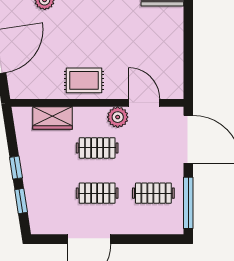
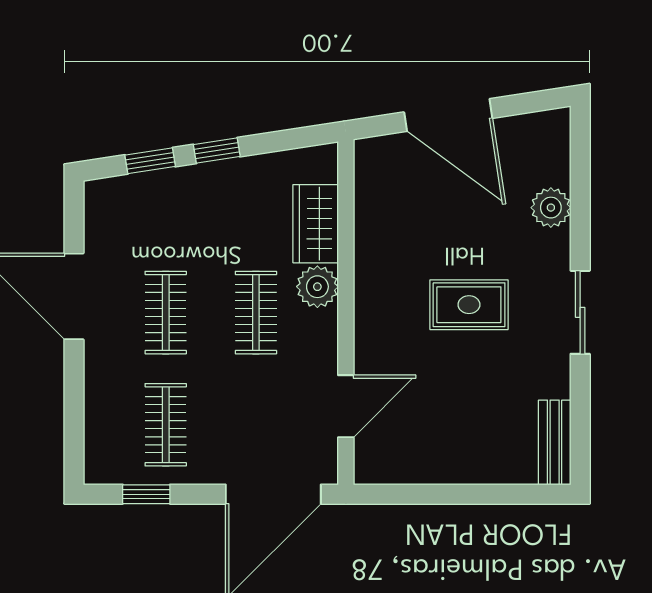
rug: (84, 80) -> (469, 305), moved, turned 90
plant: (118, 117) -> (317, 287), moved
window: (188, 203) -> (146, 494), width x0.46

